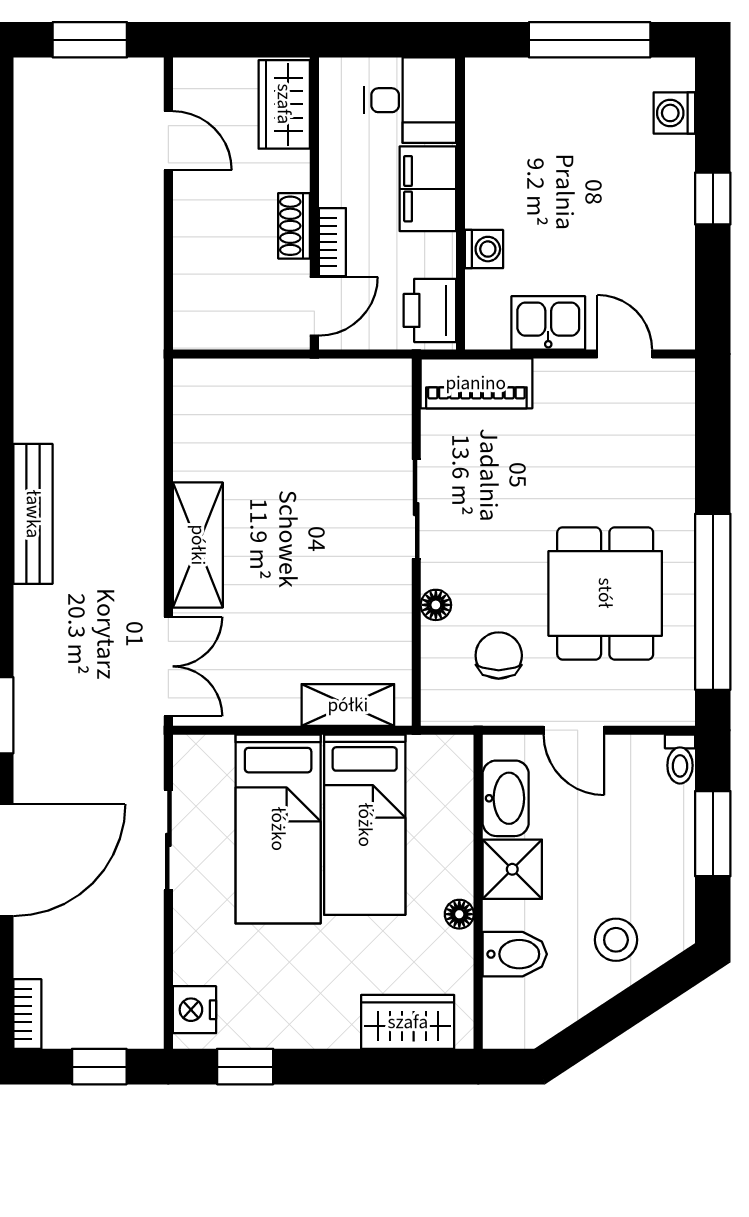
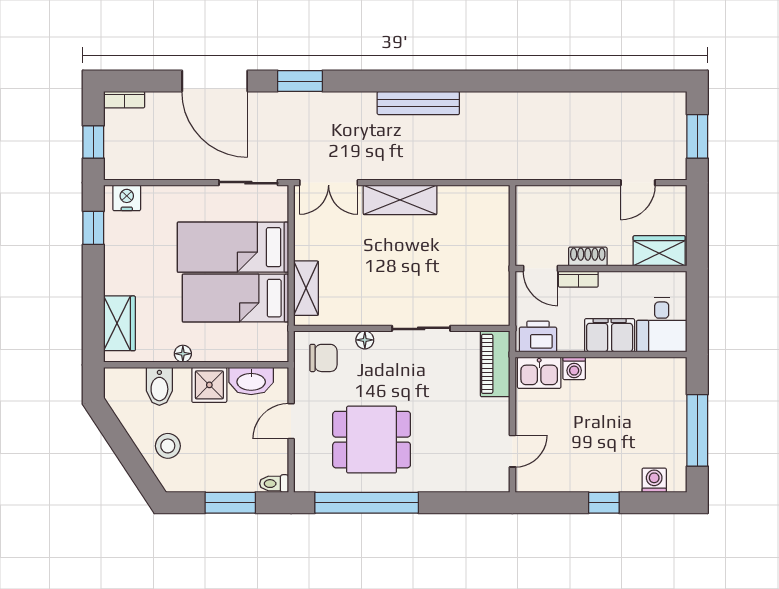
kitchen sink: (548, 323) -> (539, 373), moved, turned 90
chair: (499, 655) -> (323, 358), moved
sliding door: (168, 840) -> (248, 183), moved

